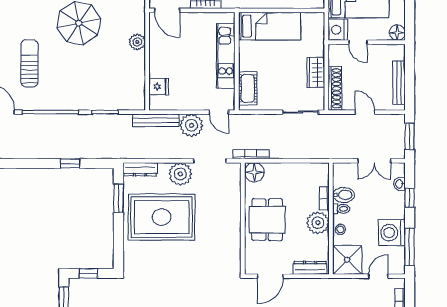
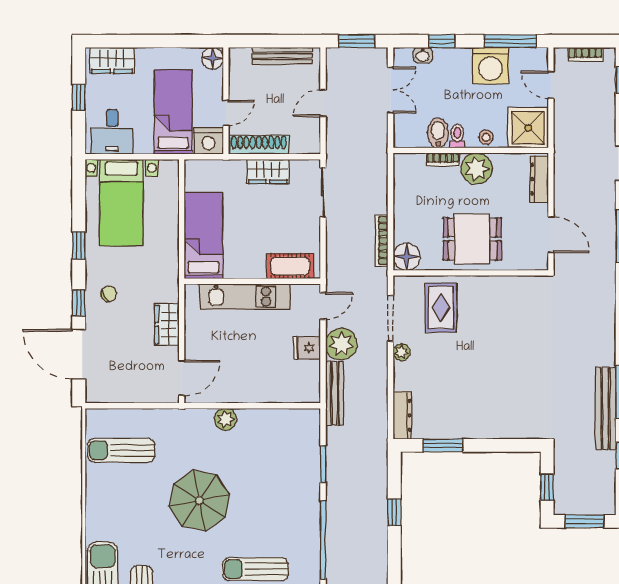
fridge: (159, 87) -> (307, 348), moved, turned -90
shoe rack: (335, 88) -> (259, 145), moved
bookcase: (251, 154) -> (382, 240), moved
plant: (180, 174) -> (402, 352), width x0.53, depth x0.53
rug: (162, 217) -> (441, 307), moved, width x0.54, depth x0.49

